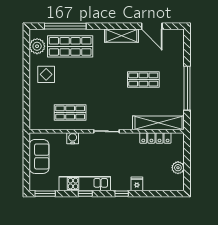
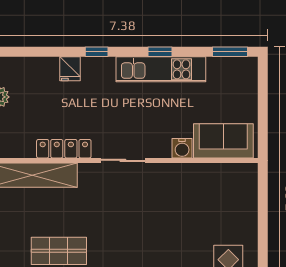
shop shelf: (70, 113) -> (187, 193), removed
locker: (155, 138) -> (64, 149), moved
sofa: (39, 156) -> (223, 141), moved, turned 90

